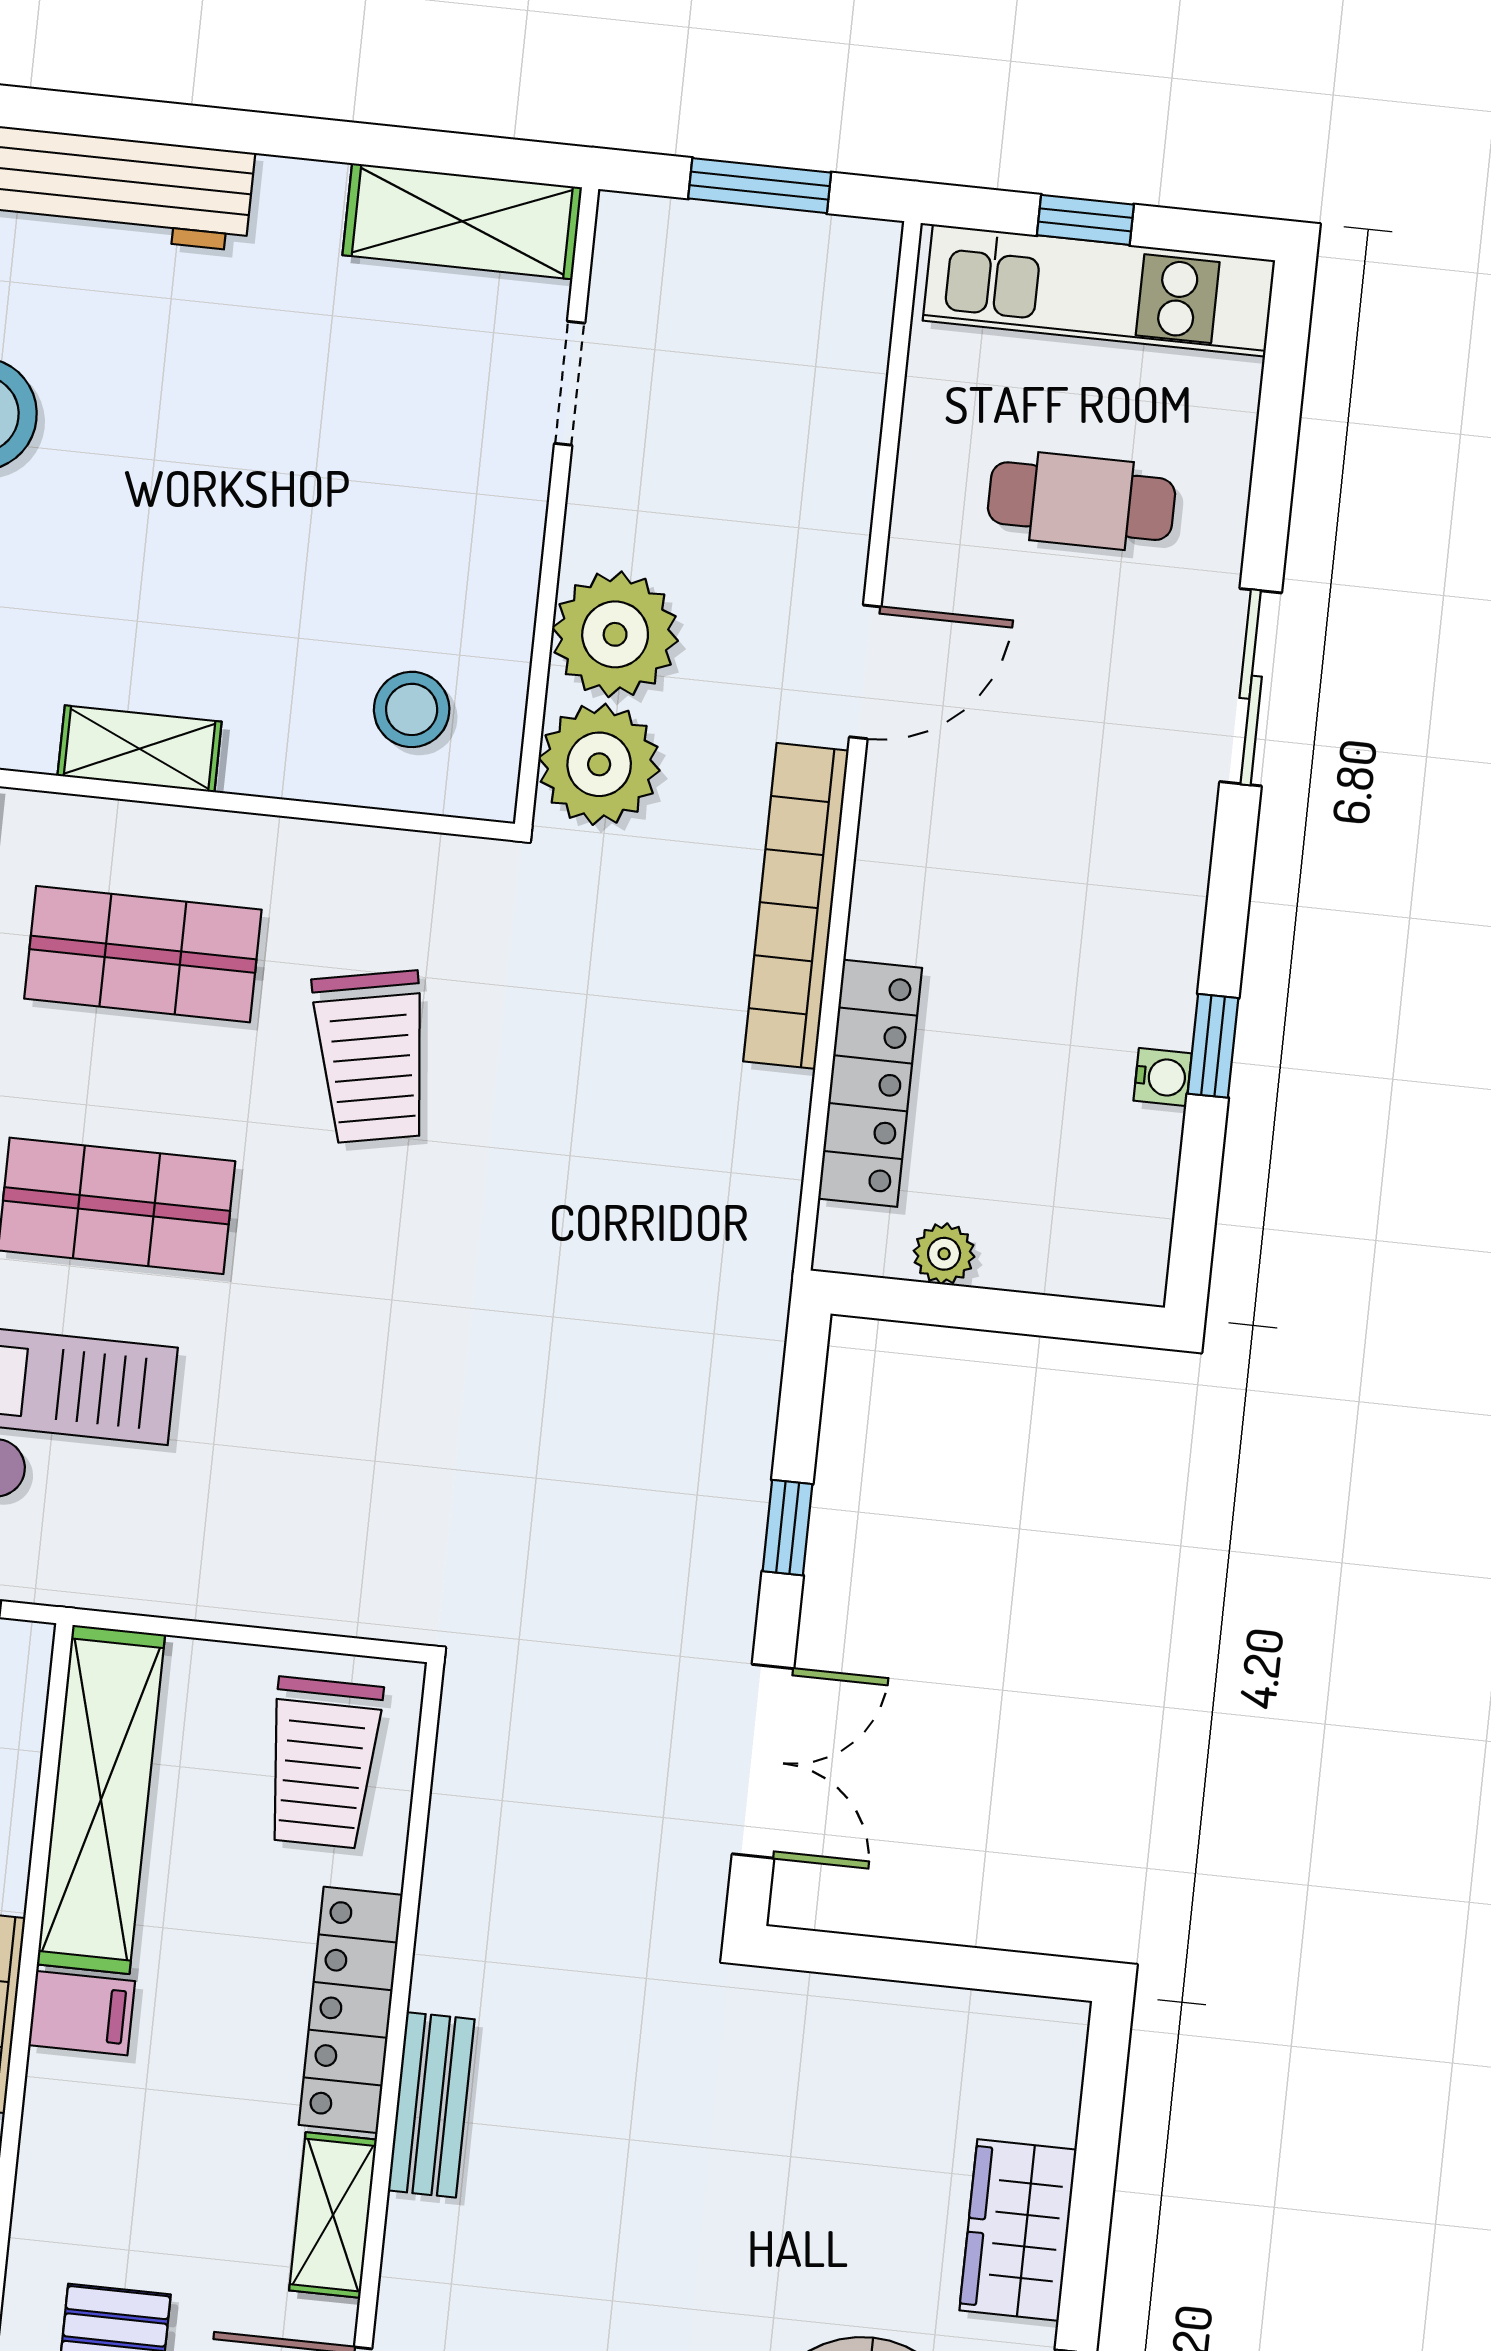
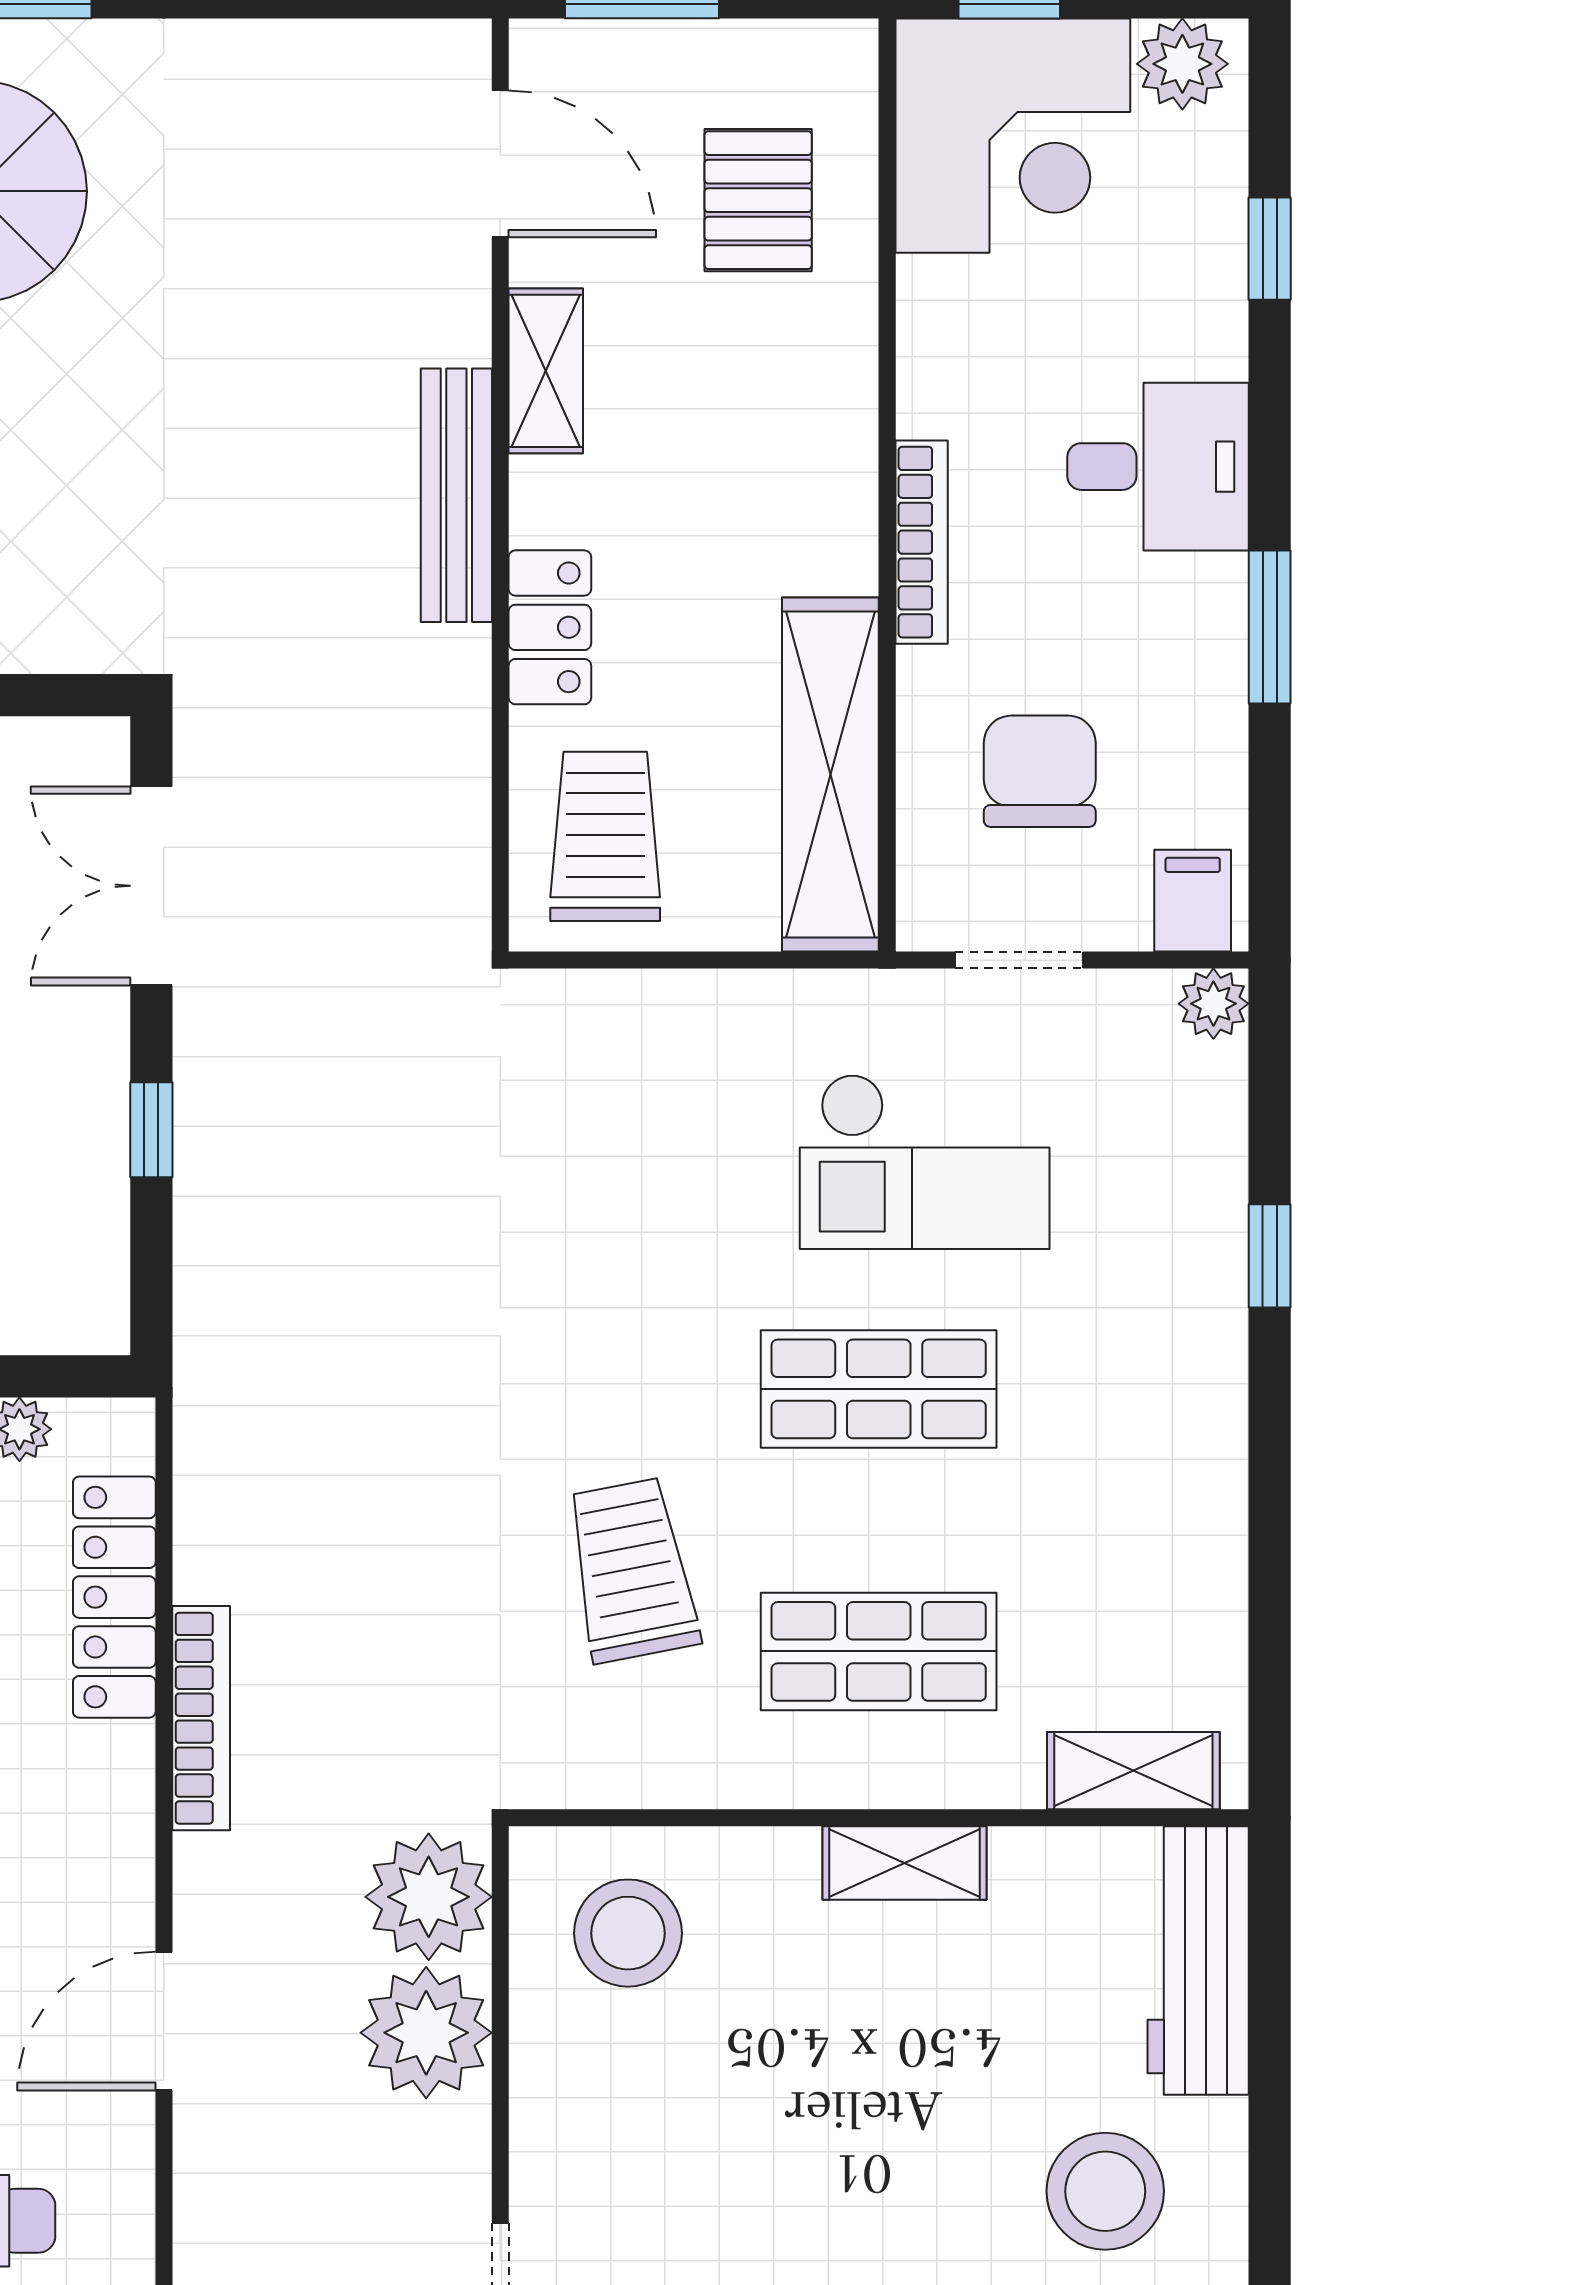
stool: (412, 709) -> (628, 1933), width x1.38, depth x1.38
bookcase: (796, 906) -> (201, 1718), width x0.68, depth x0.76
locker: (351, 2010) -> (550, 627), width x0.66
filing cabinet: (82, 2013) -> (827, 552), removed
bench: (431, 2105) -> (456, 495), width x1.36

